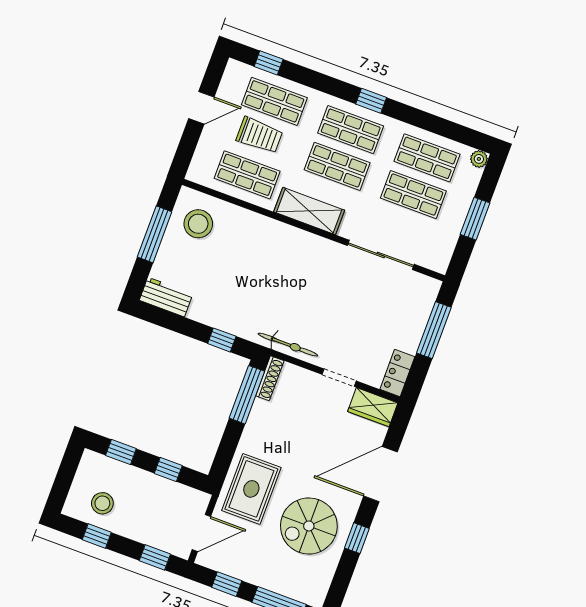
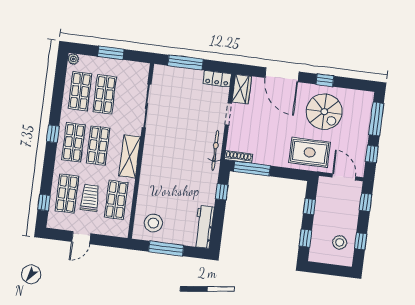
door: (201, 108) -> (81, 238), swing flipped
workbench: (166, 297) -> (204, 227), width x1.38

